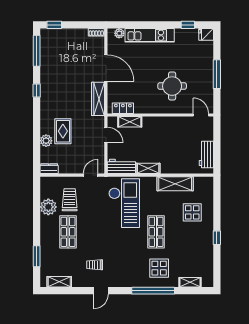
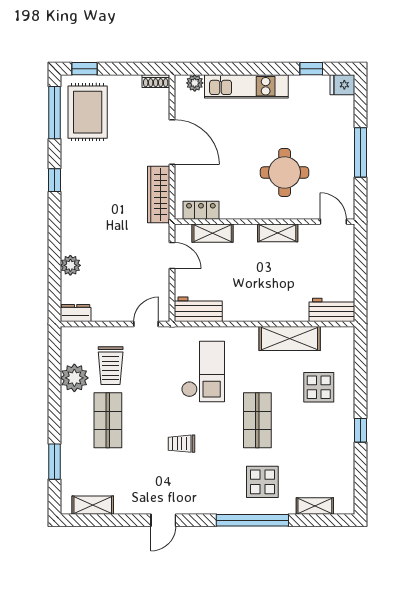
rug: (63, 131) -> (88, 112), moved, width x1.36, depth x1.43
workbench: (206, 154) -> (332, 310), moved, turned 90
shelving: (148, 168) -> (278, 233), moved
trolley: (70, 200) -> (111, 366), turned 180
checkout: (124, 203) -> (203, 371), width x0.73, depth x0.83
trolley: (95, 265) -> (181, 444), moved

